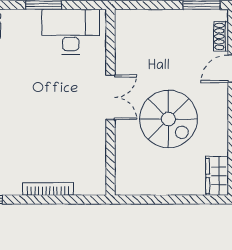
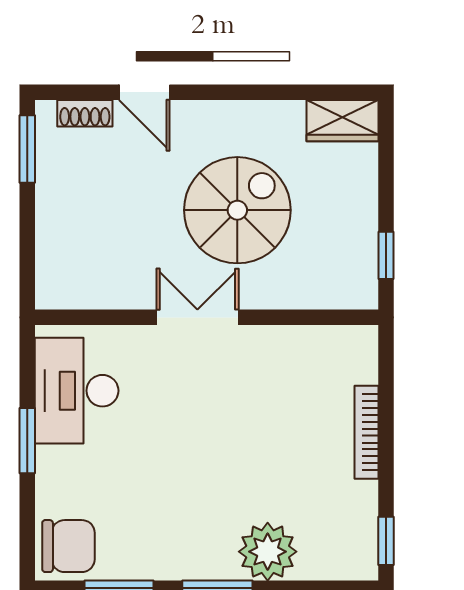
window: (144, 200) -> (386, 255), added

